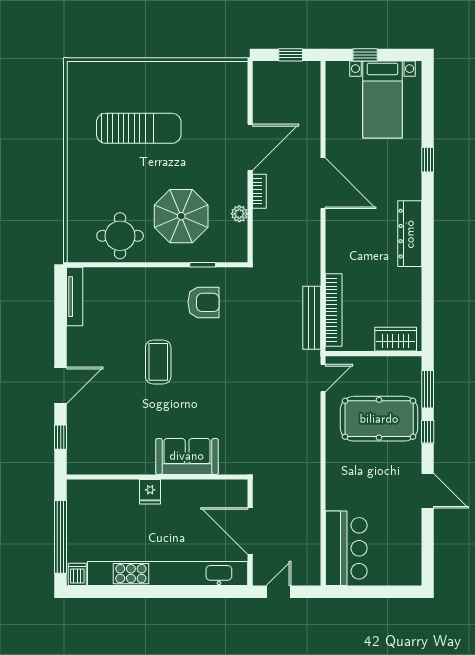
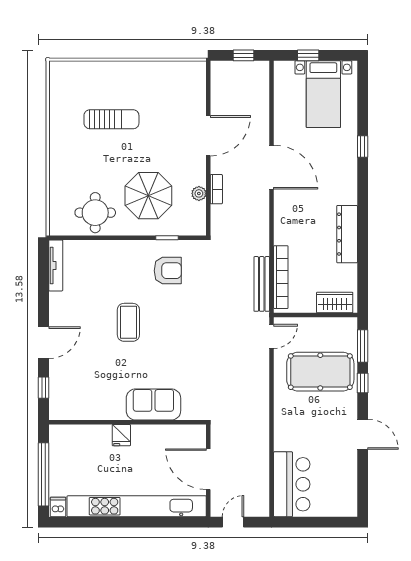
sun lounger: (139, 128) -> (111, 119), width x0.73, depth x0.75
bookcase: (259, 191) -> (216, 189), moved
dresser: (410, 234) -> (347, 234), moved

